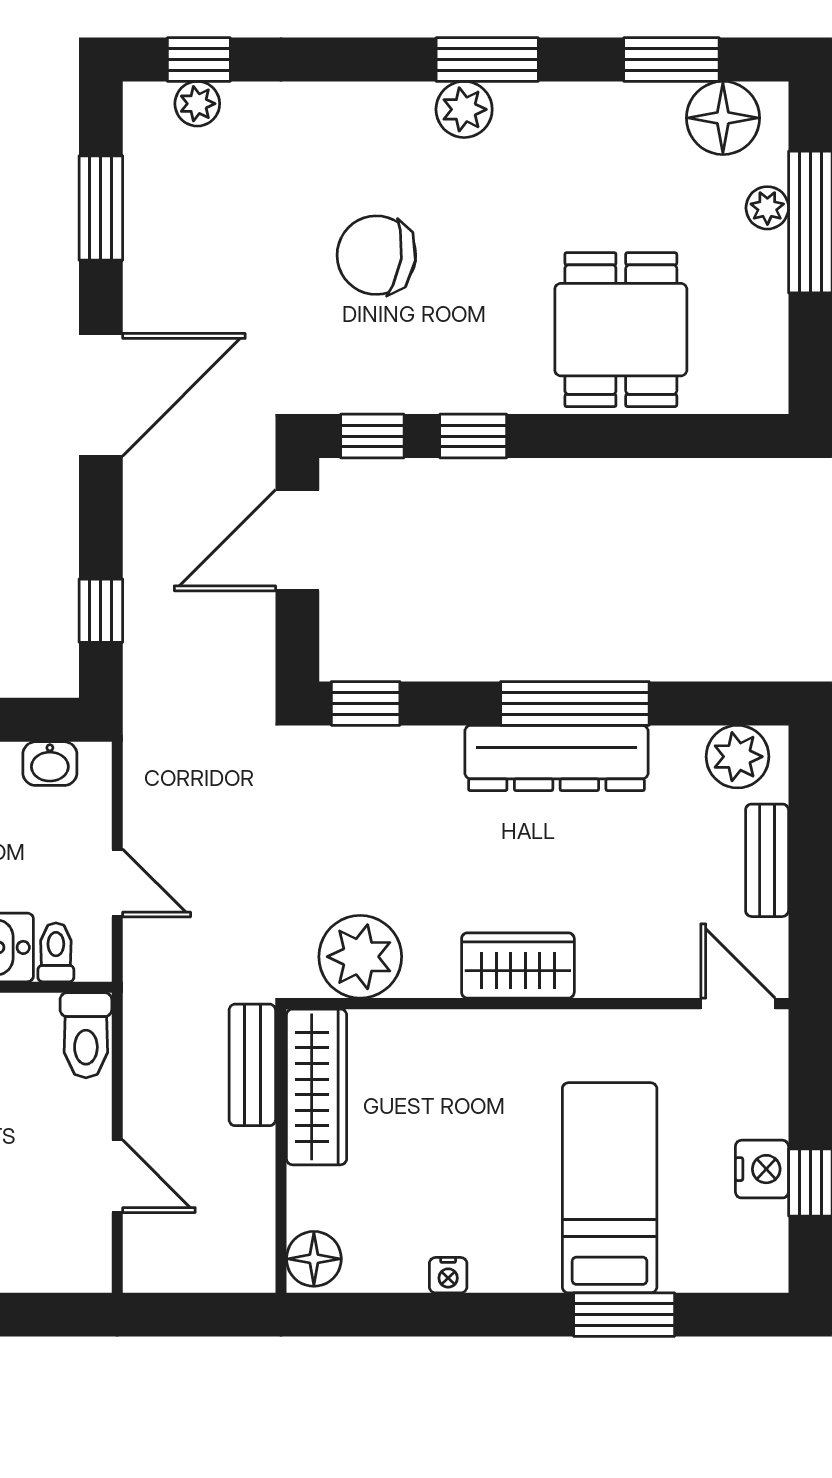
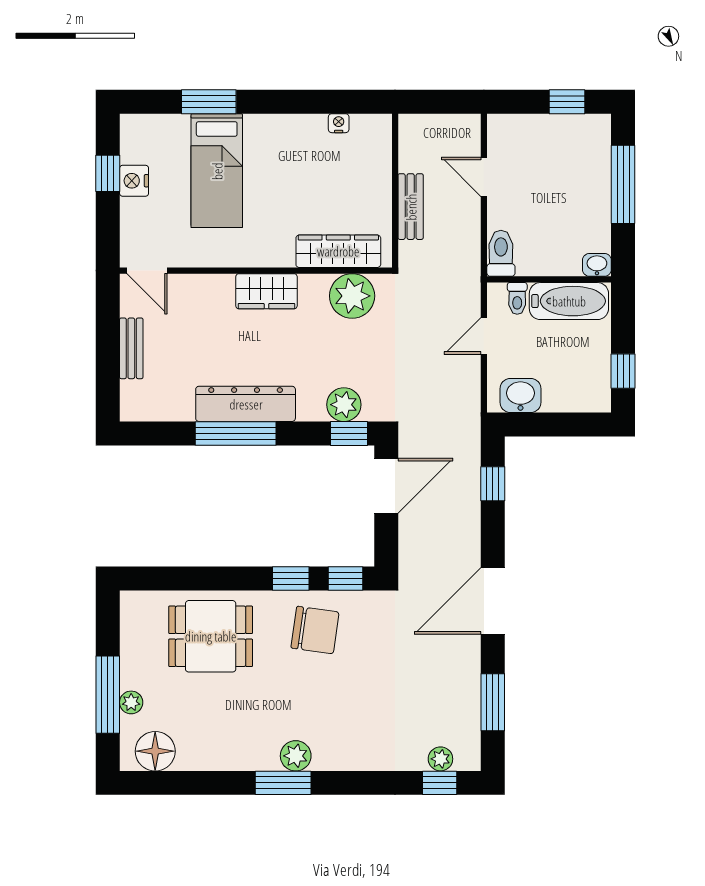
window: (671, 59) -> (183, 783), removed
chair: (376, 255) -> (315, 630), moved
dining table: (621, 330) -> (211, 636), turned 90
door: (297, 540) -> (386, 486), moved
plant: (737, 757) -> (344, 405), moved
washbasin: (50, 764) -> (520, 395), width x1.38, depth x1.45
door: (117, 883) -> (484, 336), hinge flipped
bench: (252, 1065) -> (411, 207), moved
wardrobe: (317, 1087) -> (338, 251), moved, turned 90
floor lamp: (314, 1259) -> (377, 132), removed
nightstand: (448, 1275) -> (339, 123), moved

